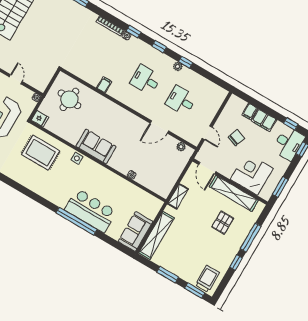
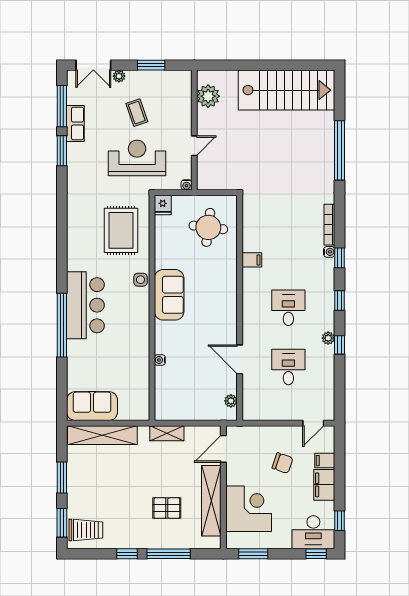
door: (207, 133) -> (313, 423), moved
bar counter: (91, 211) -> (85, 305), moved

